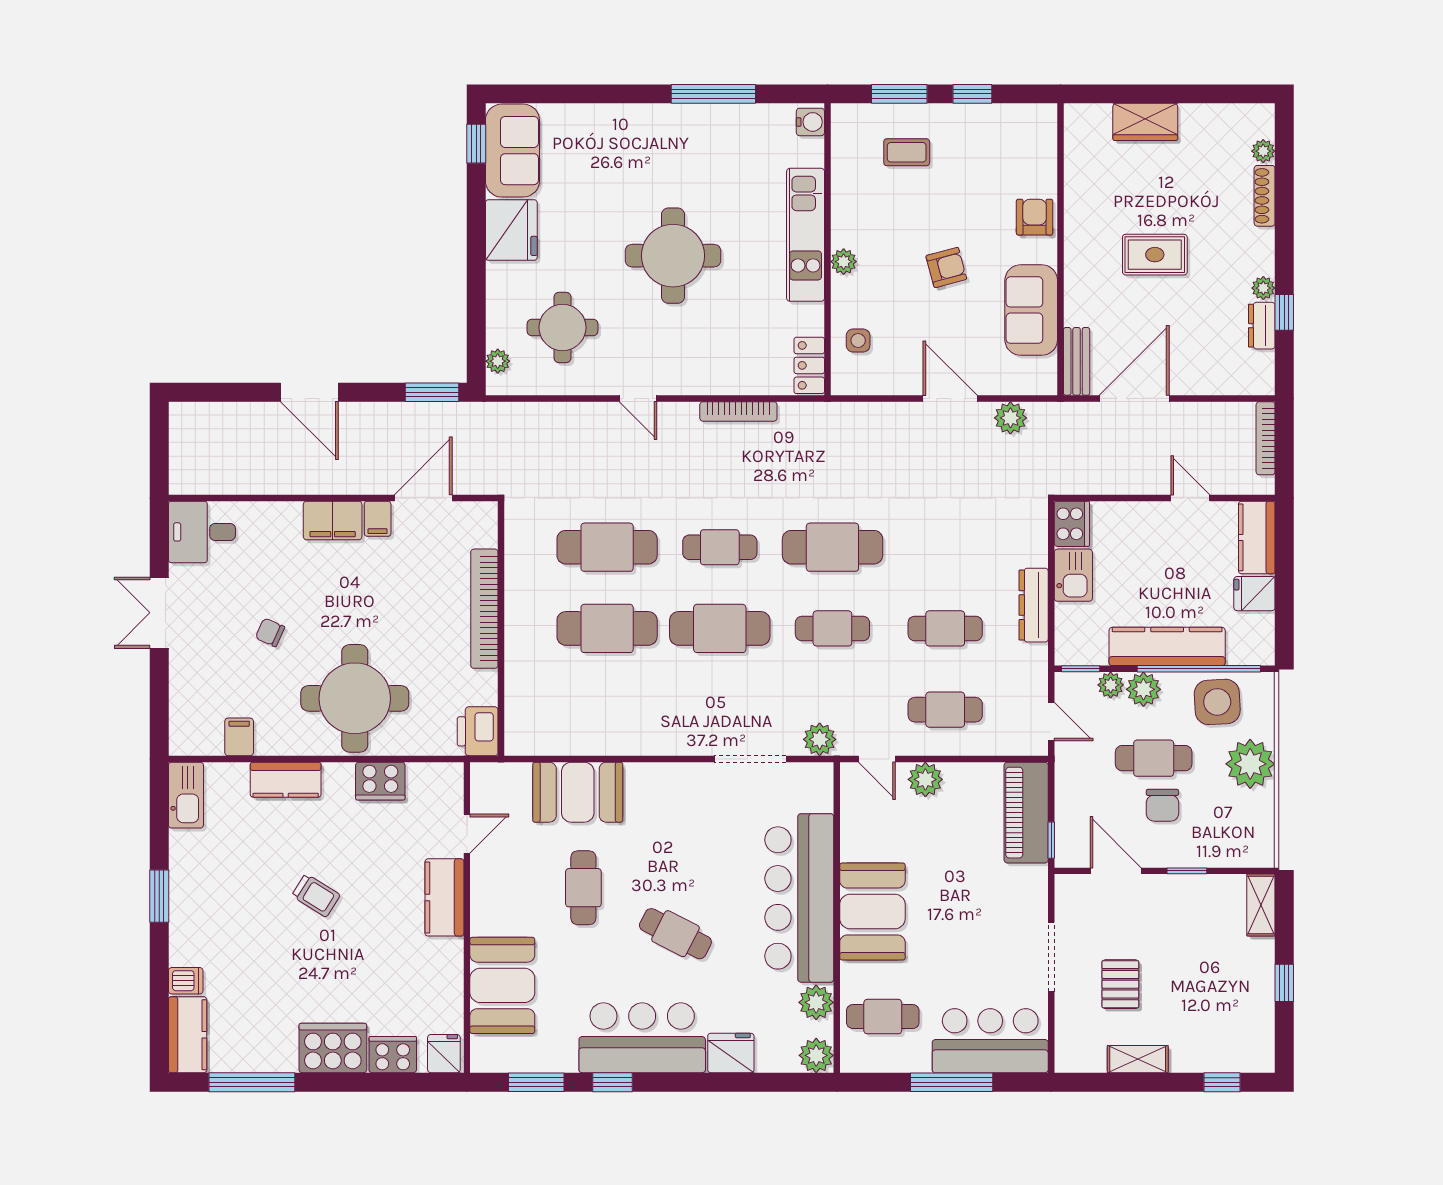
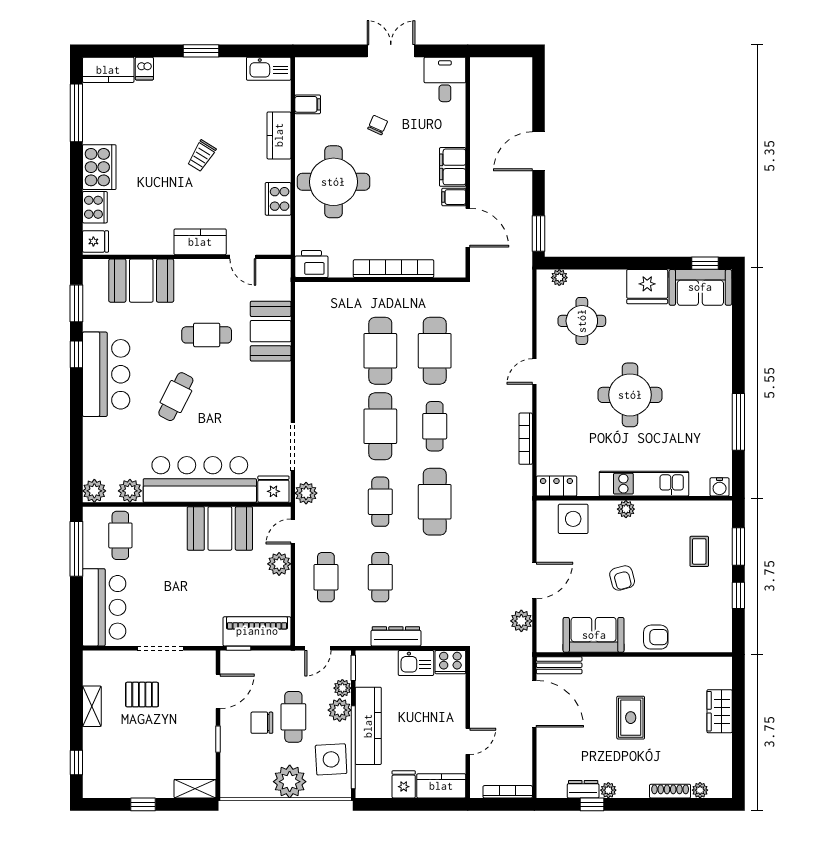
side table: (858, 340) -> (573, 519), width x1.87, depth x1.87
booth: (872, 912) -> (220, 528), moved
fridge: (731, 1053) -> (273, 489), moved, turned -90
window: (952, 1082) -> (76, 549), moved

